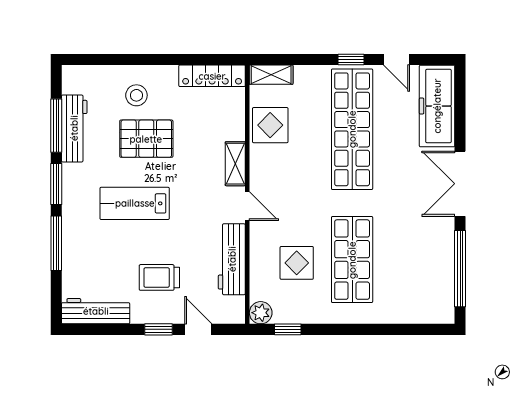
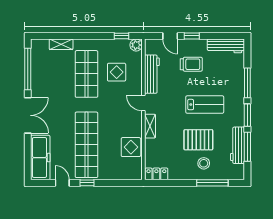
window: (121, 59) -> (212, 183), added
shelving: (271, 75) -> (61, 44), moved
locker: (212, 76) -> (156, 174), width x0.66

